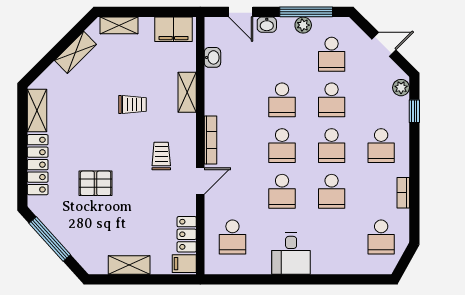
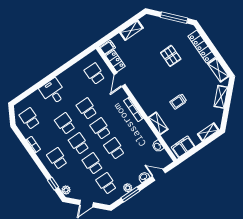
window: (306, 12) -> (130, 194), width x0.69
shelving: (76, 52) -> (221, 97), moved
trolley: (161, 156) -> (150, 88), removed
door: (200, 181) -> (120, 80), moved
pallet: (96, 183) -> (171, 56), turned 90
desk: (291, 254) -> (53, 92), moved

